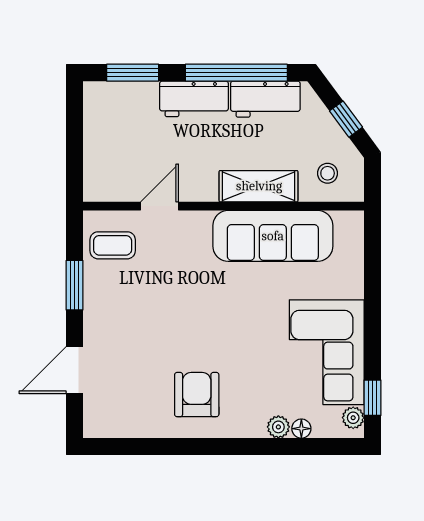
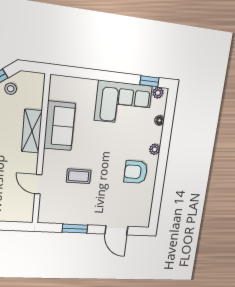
stool: (328, 173) -> (11, 89), moved
sofa: (273, 236) -> (59, 126), width x0.73
coffee table: (113, 245) -> (79, 176), moved, turned 90
plant: (278, 427) -> (155, 149), moved

